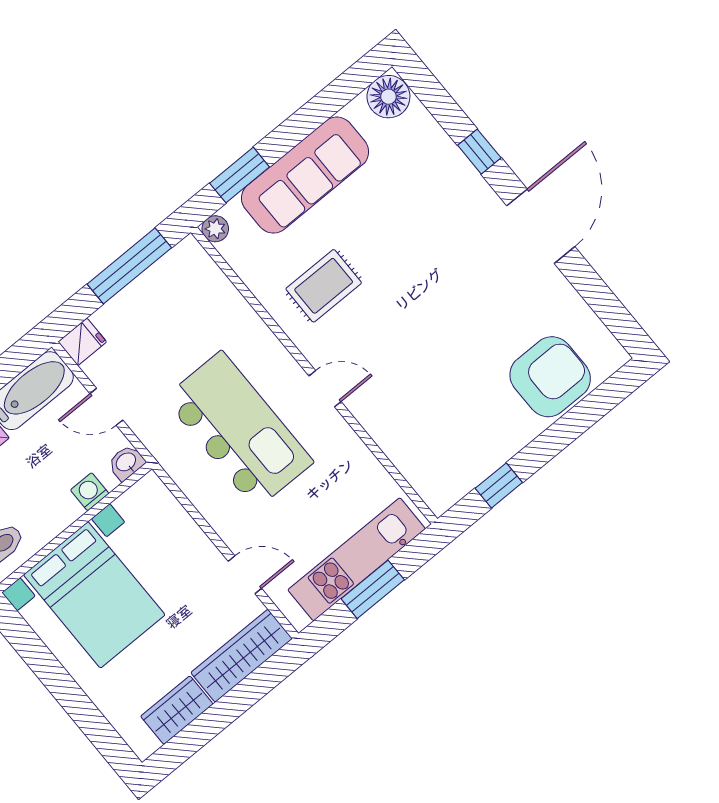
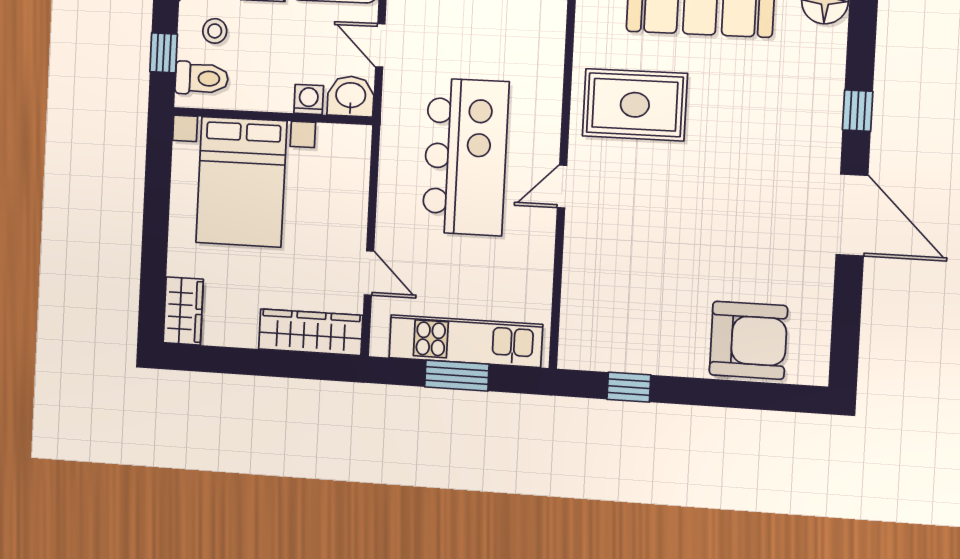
door: (541, 226) -> (852, 215), hinge flipped
rug: (324, 286) -> (635, 105), width x1.36, depth x1.43
door: (325, 389) -> (562, 186), swing flipped
washbasin: (126, 463) -> (351, 96), width x1.38, depth x1.45
wardrobe: (177, 710) -> (183, 311), moved, turned 90

